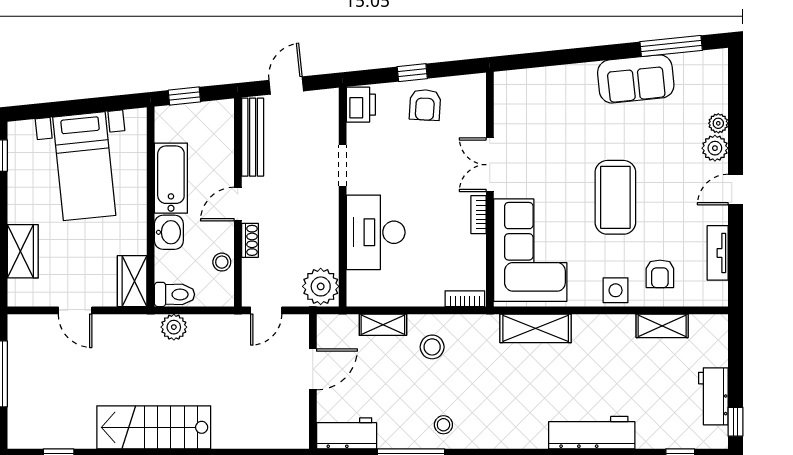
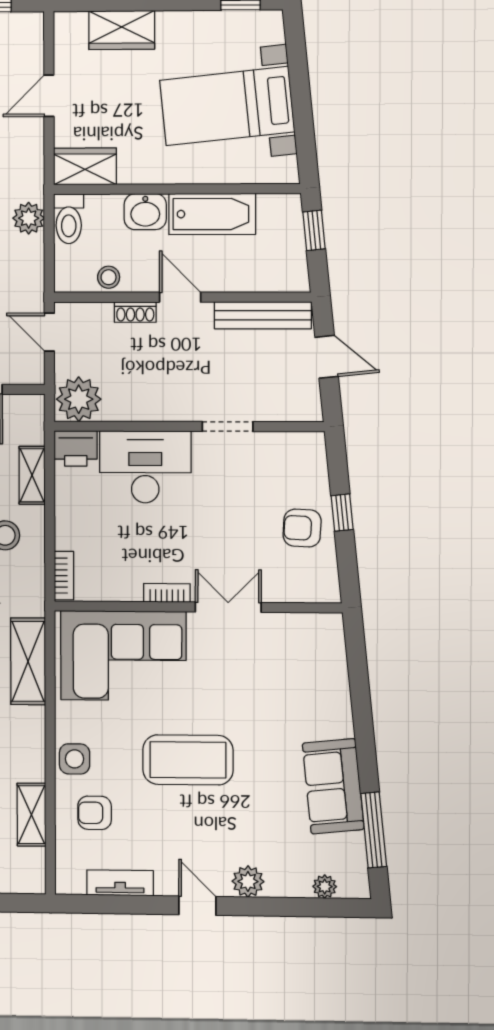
printer: (361, 105) -> (76, 448), moved
plant: (718, 123) -> (325, 887), moved

